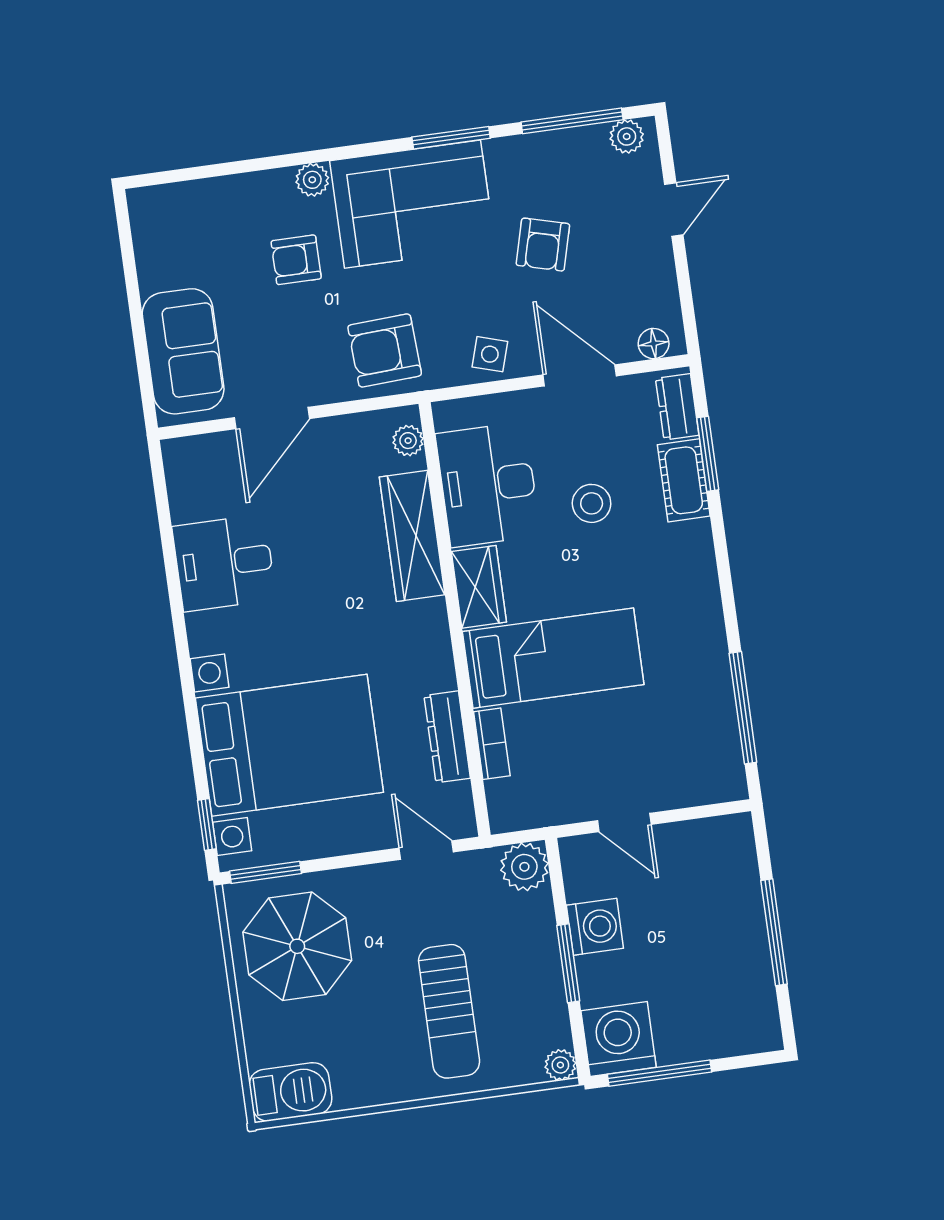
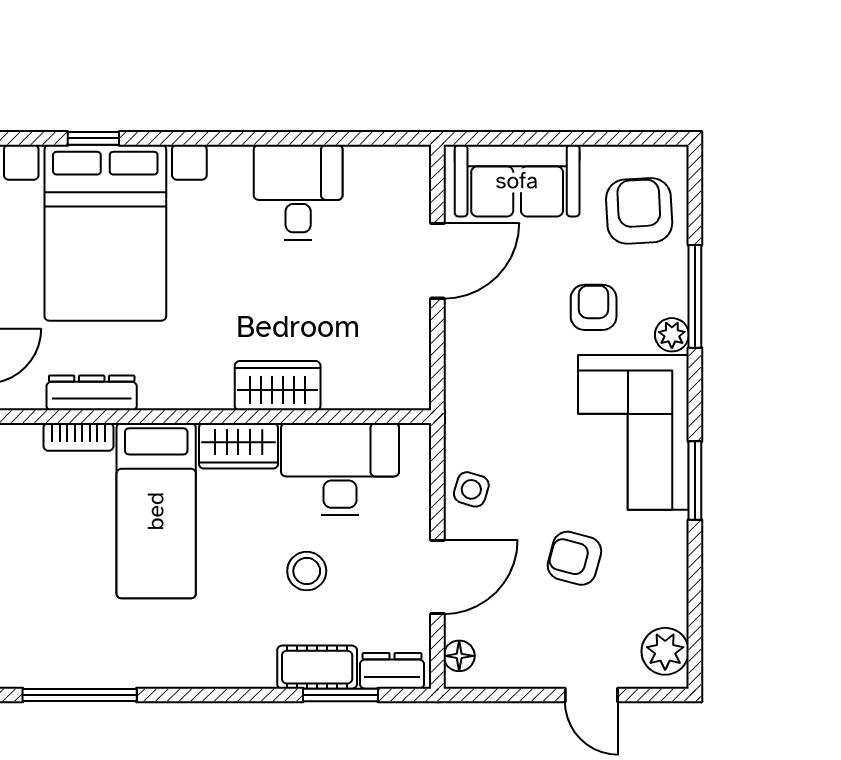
window: (572, 121) -> (695, 296), moved
plant: (627, 136) -> (665, 651), width x1.38, depth x1.38
armchair: (385, 350) -> (639, 211), moved
door: (272, 418) -> (437, 261), swing flipped
plant: (408, 441) -> (396, 395), removed
wardrobe: (412, 536) -> (278, 386), width x0.67
window: (207, 824) -> (93, 138), moved

